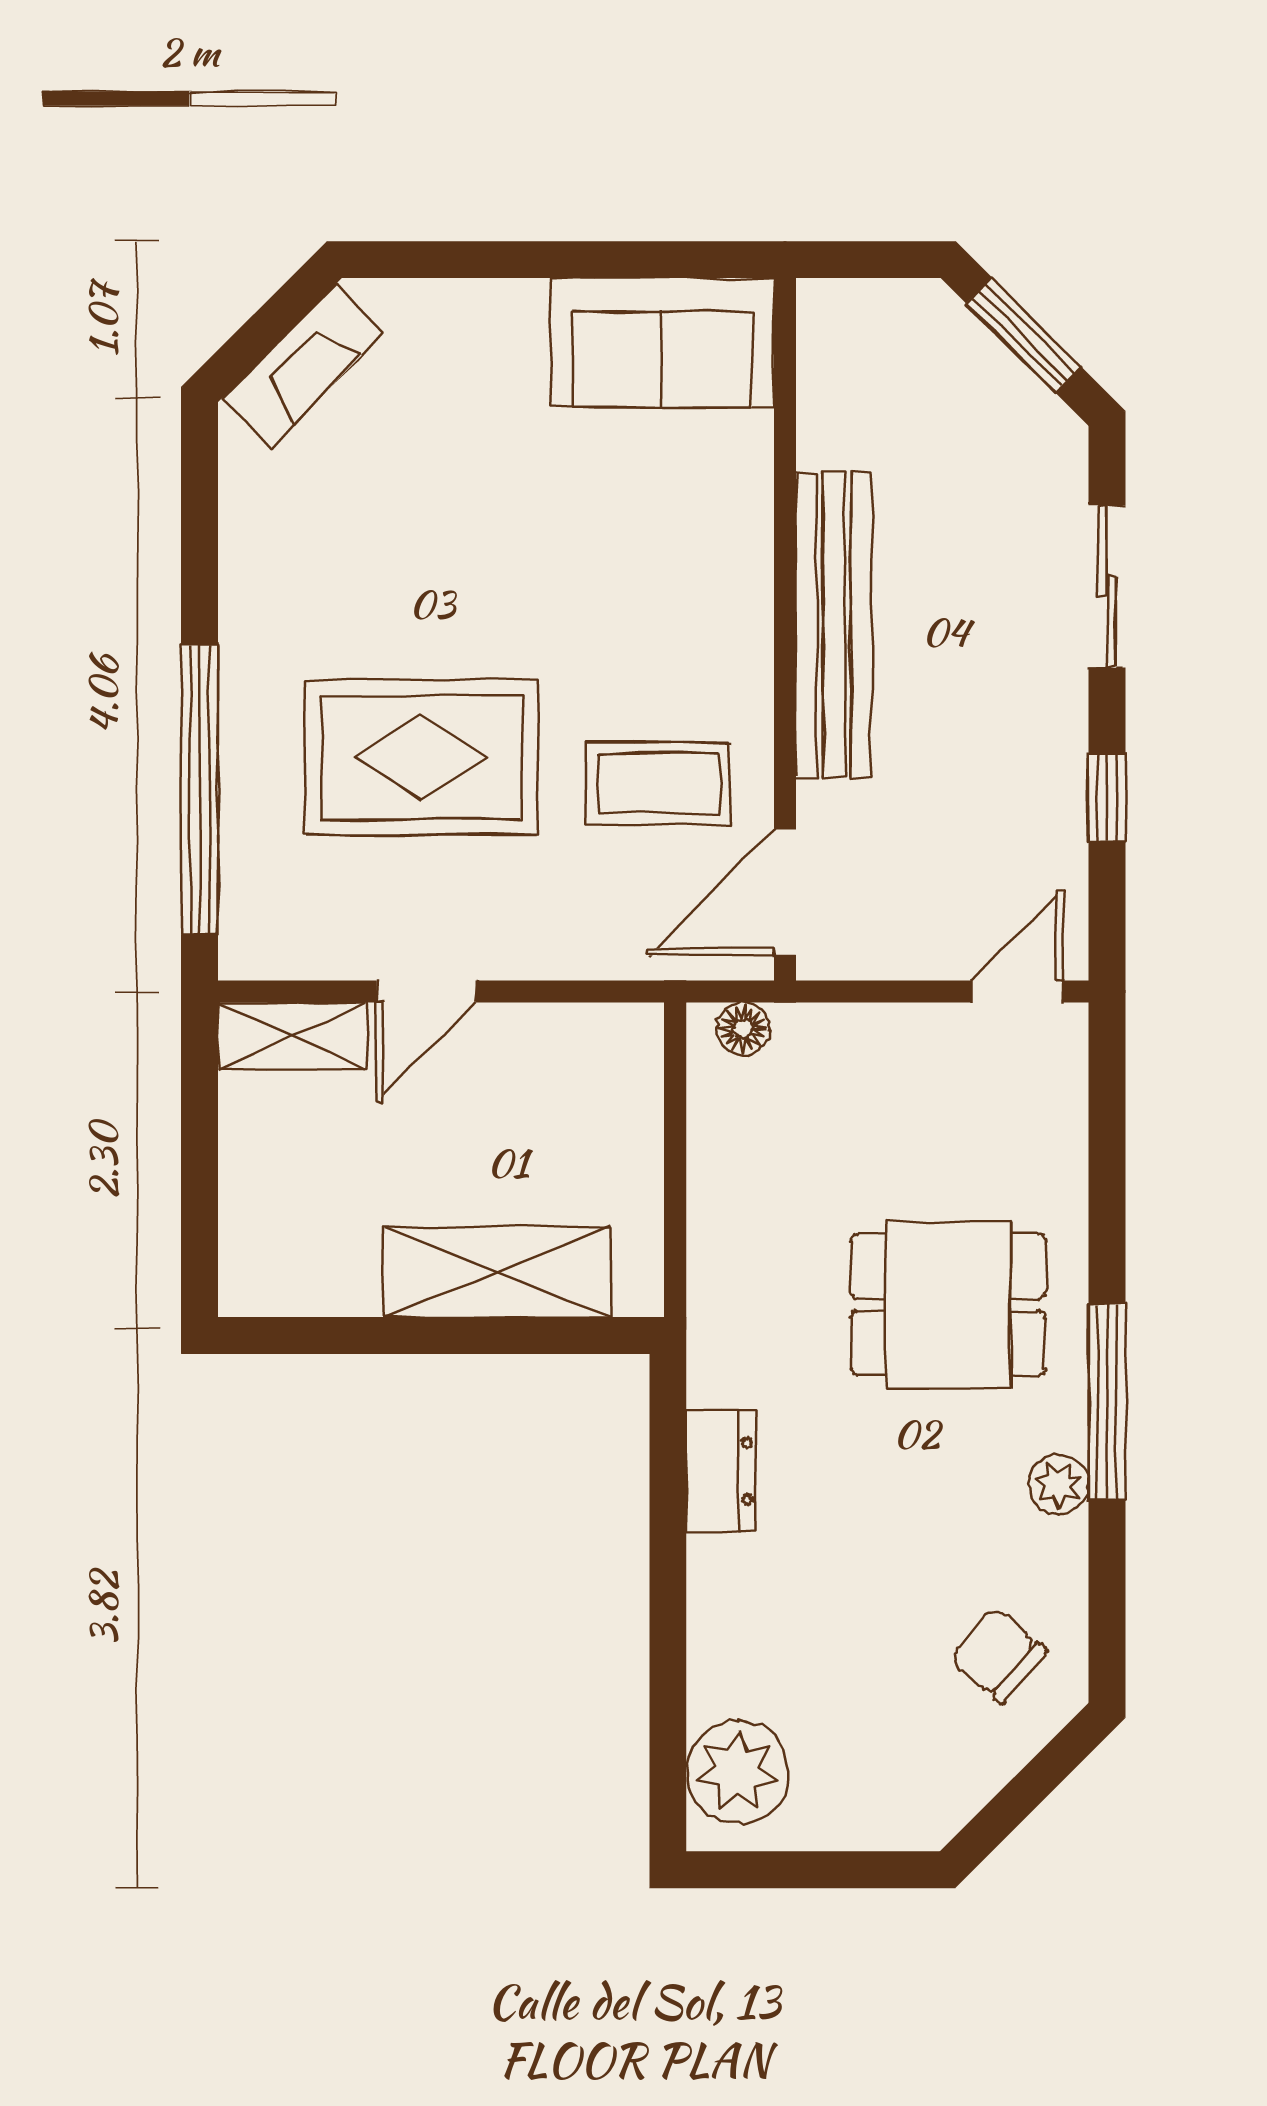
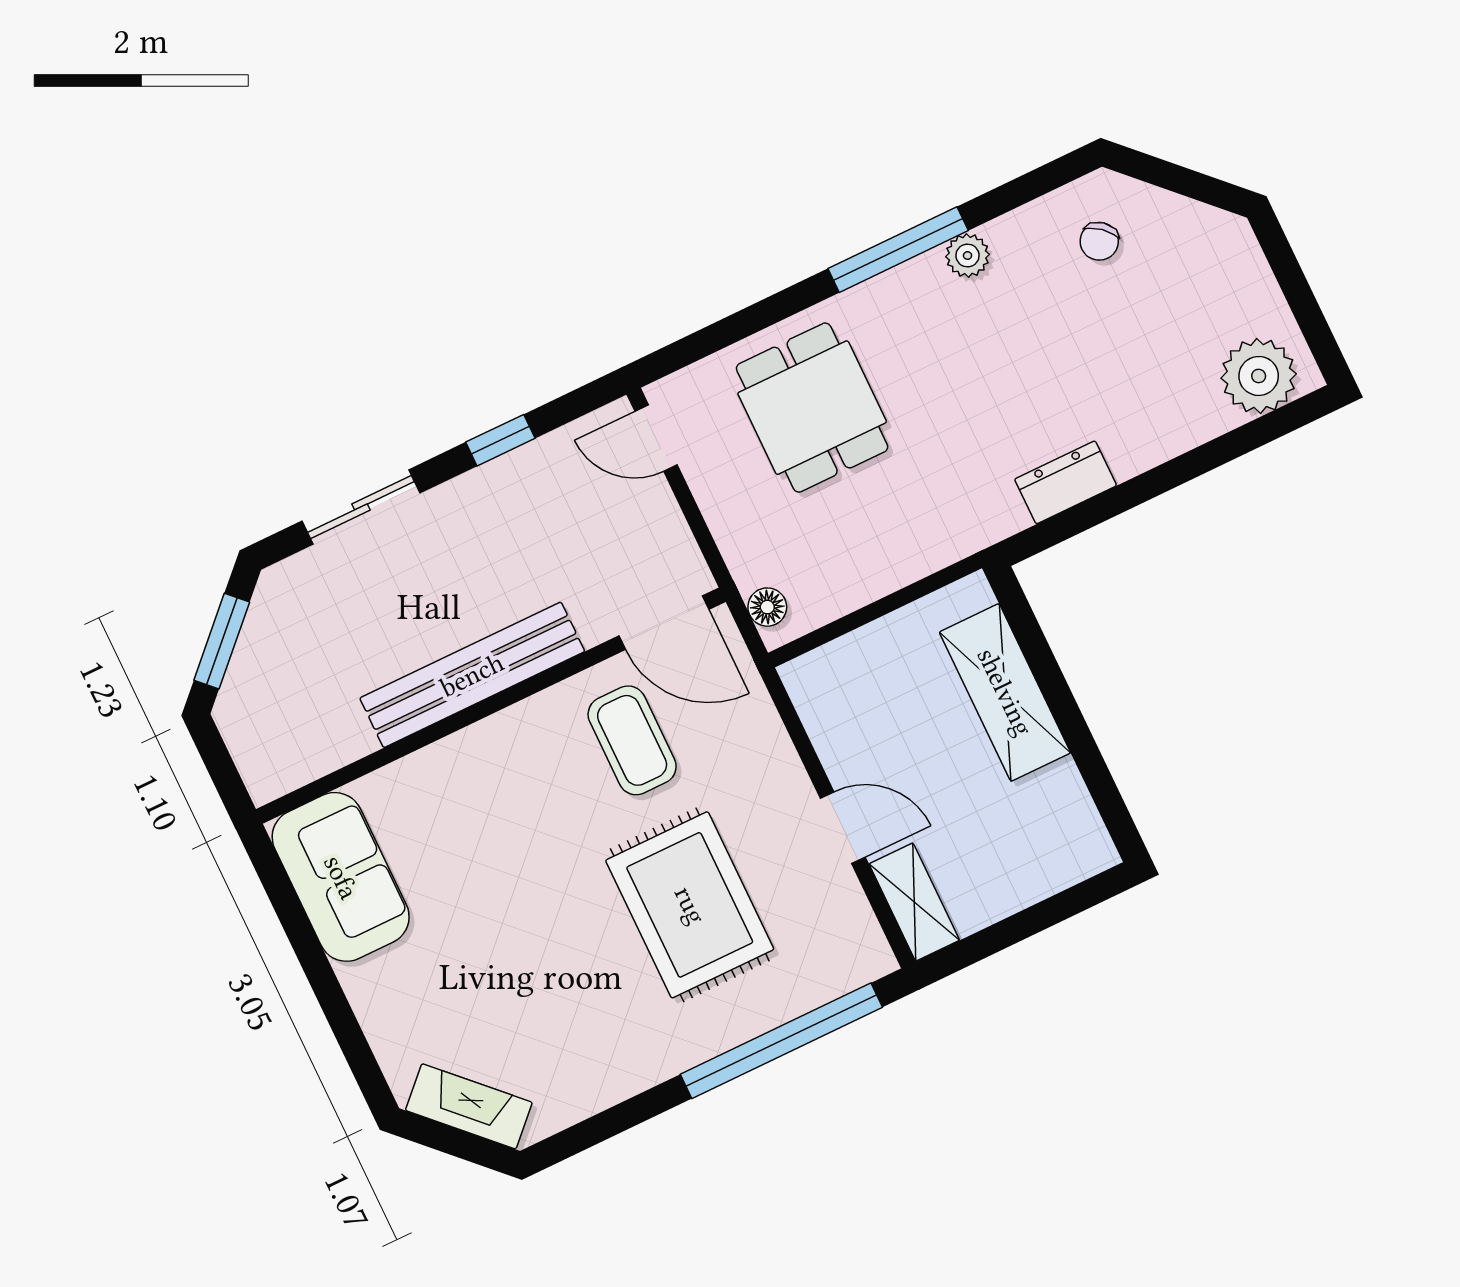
dining table: (948, 1305) -> (812, 408), moved
chair: (998, 1655) -> (1099, 241), width x0.73, depth x0.73

